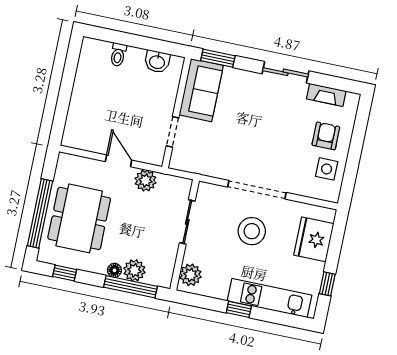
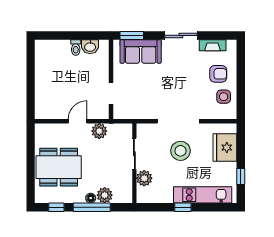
toilet: (118, 55) -> (76, 48), moved
sofa: (201, 90) -> (141, 51), moved, turned 90
armchair: (326, 136) -> (218, 74), turned 90
door: (119, 161) -> (78, 121), hinge flipped
window: (40, 213) -> (31, 169), removed
dining table: (79, 218) -> (59, 167), turned 90
plant: (190, 275) -> (144, 178), moved
window: (130, 287) -> (92, 207), moved

